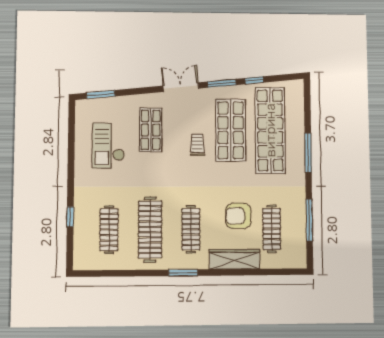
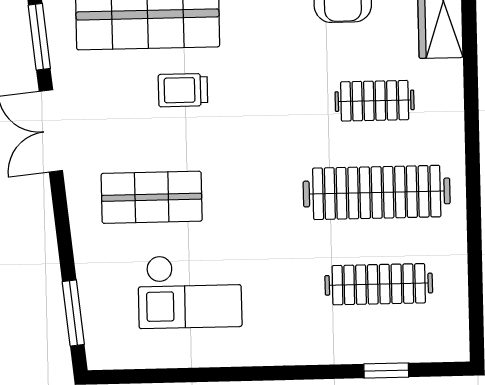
window: (70, 217) -> (386, 371), moved
clothes rail: (191, 229) -> (375, 101), width x0.73
window: (183, 273) -> (472, 116), removed

